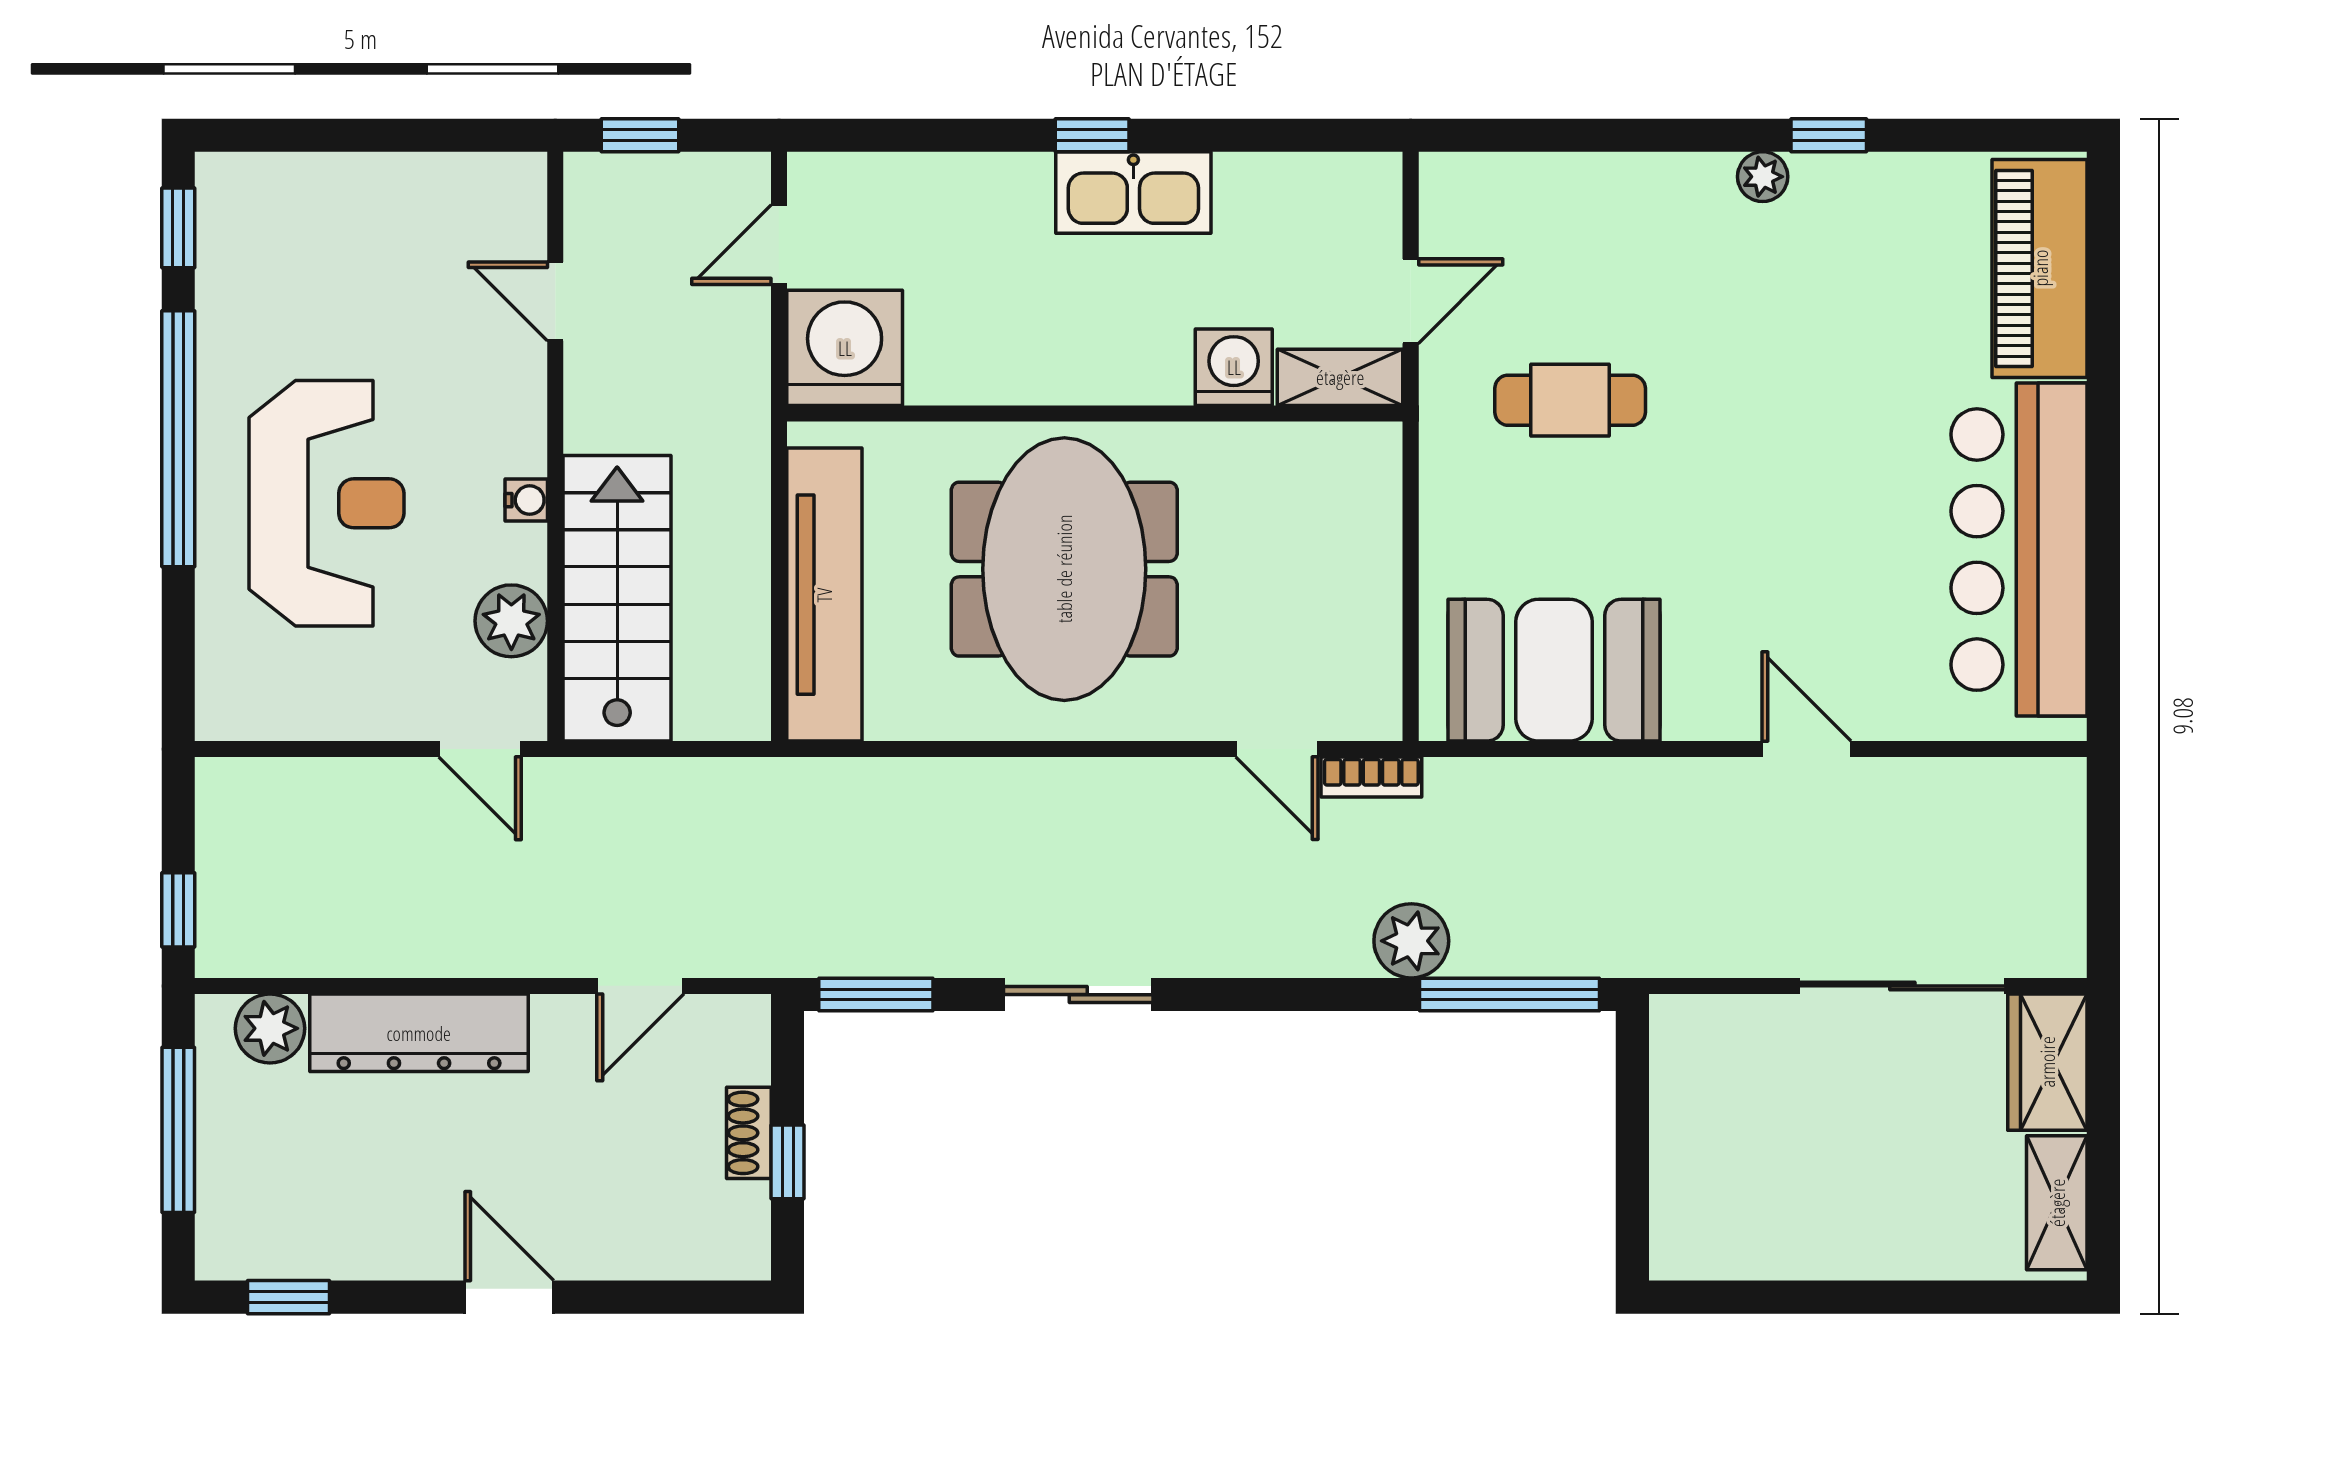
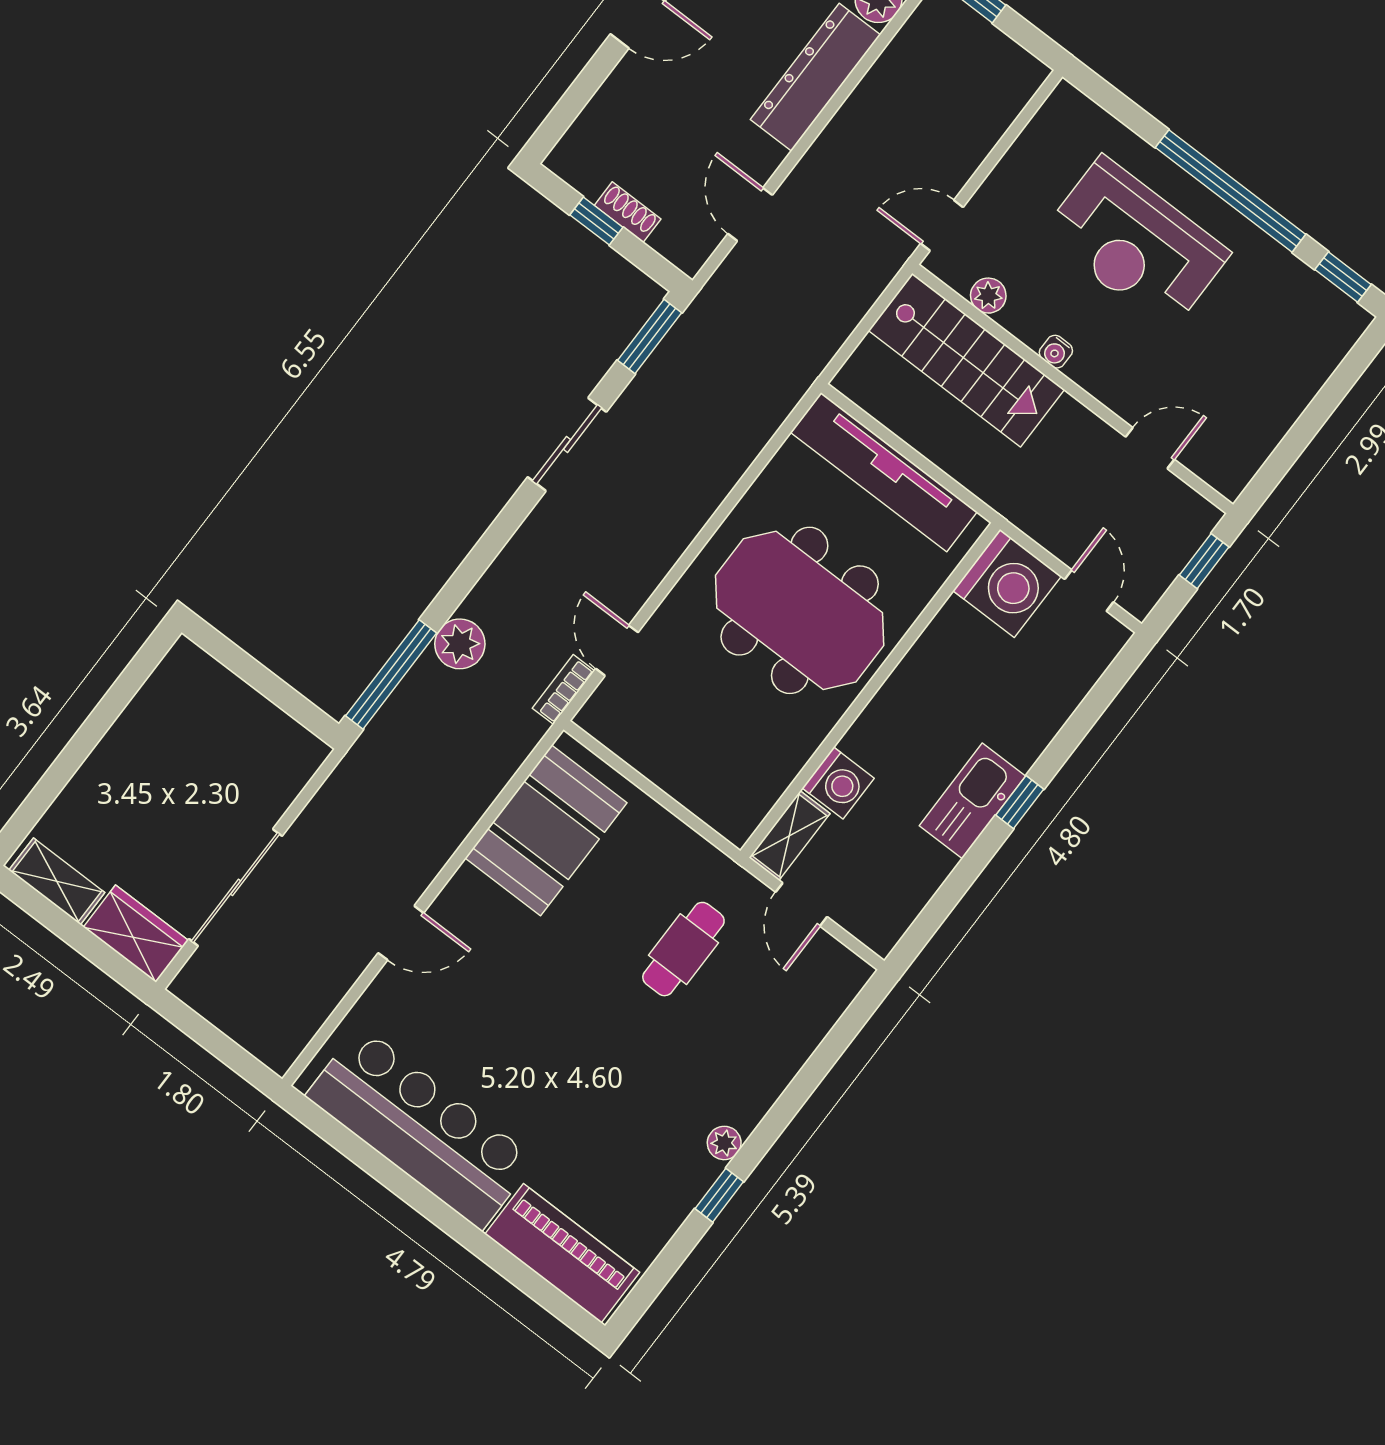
plant: (511, 621) -> (988, 296), width x0.73, depth x0.73
door: (1277, 749) -> (617, 650), hinge flipped

